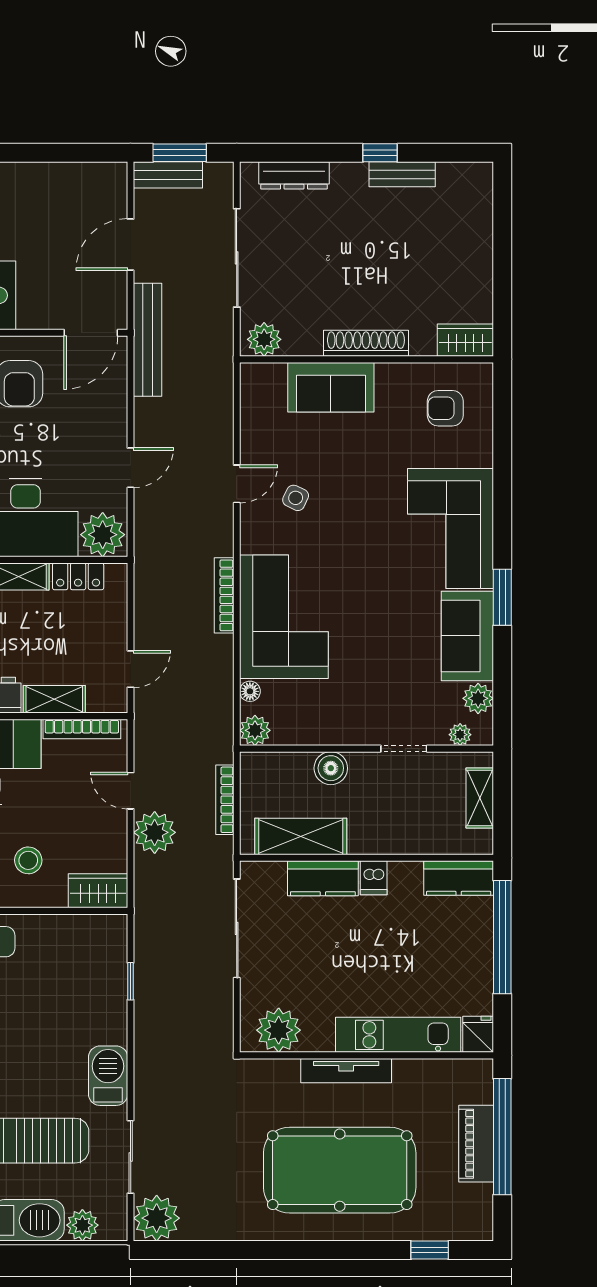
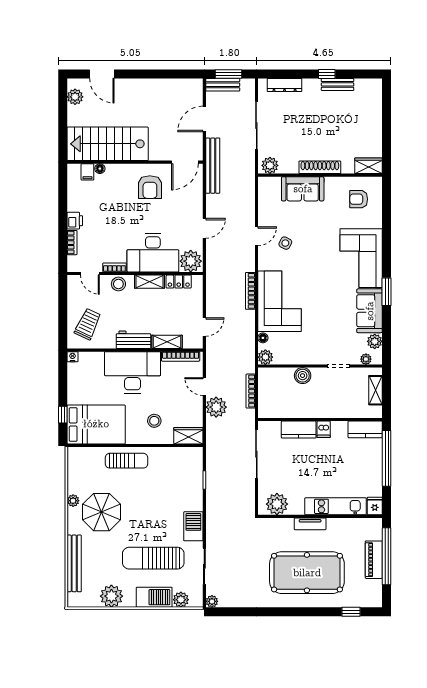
shelving: (301, 836) -> (288, 409), removed
tv unit: (346, 1071) -> (310, 524), width x0.71
plant: (157, 1218) -> (212, 601), width x0.53, depth x0.53

